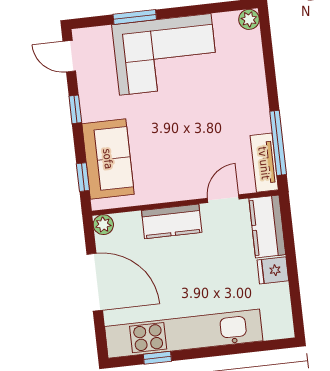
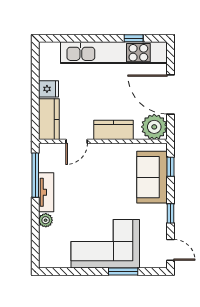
plant: (249, 19) -> (46, 220), moved
tv unit: (264, 163) -> (46, 192), moved
plant: (103, 225) -> (154, 127), width x1.87, depth x1.87

